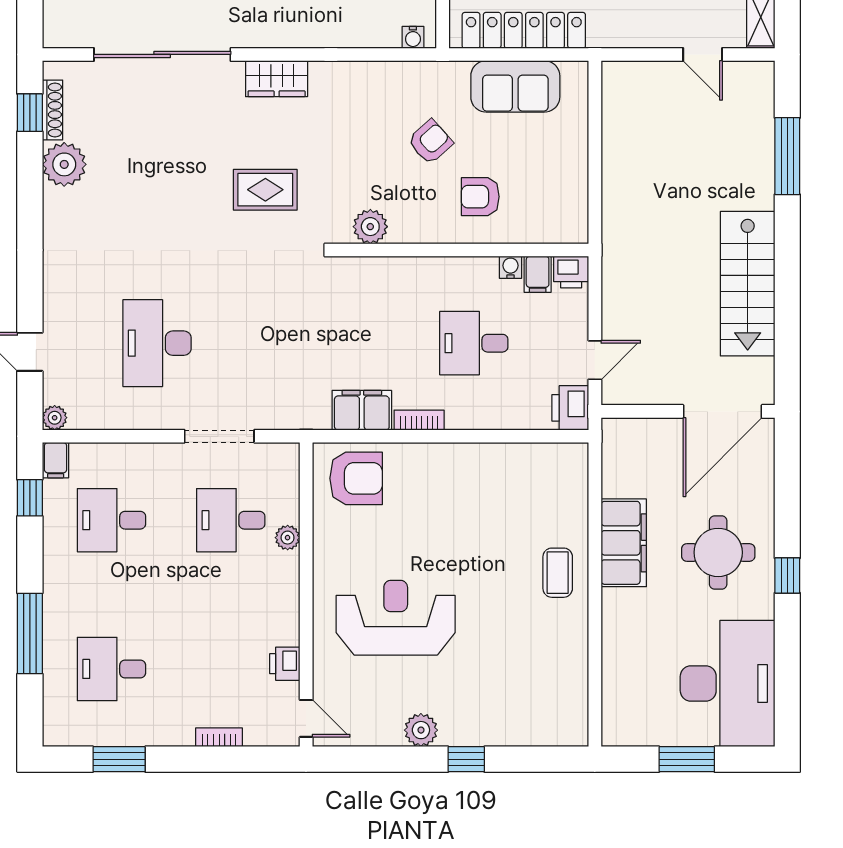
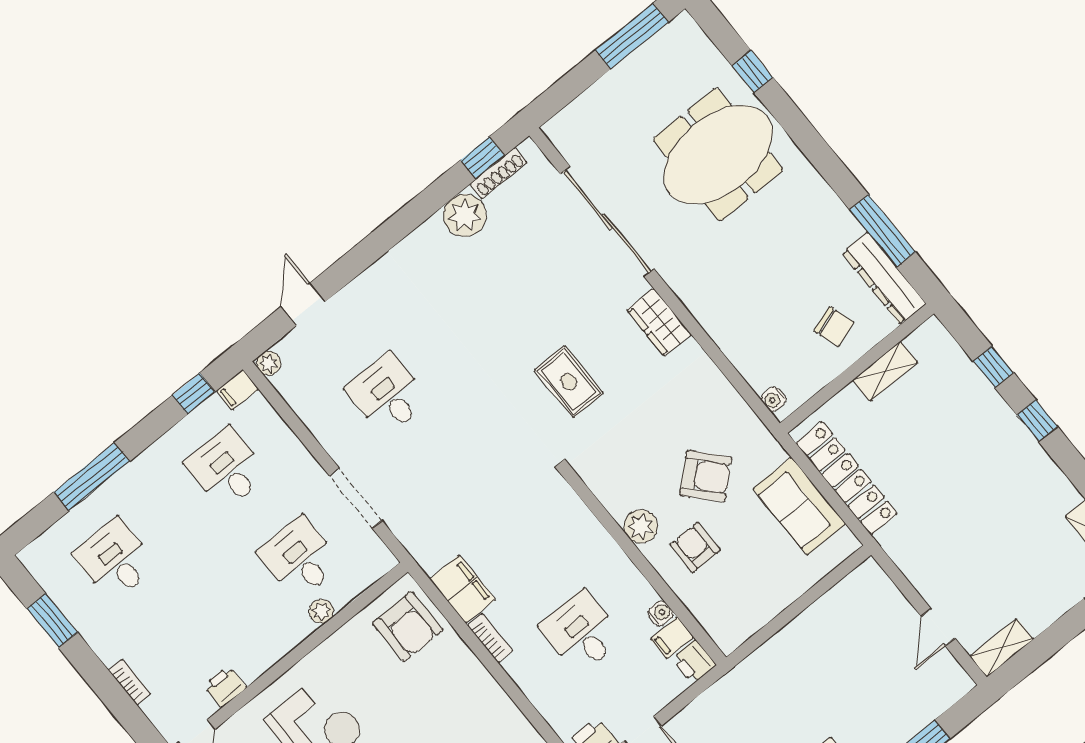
armchair: (430, 142) -> (706, 476), width x1.38, depth x1.38
plant: (370, 227) -> (641, 526), moved
desk: (157, 343) -> (387, 394), width x0.73

